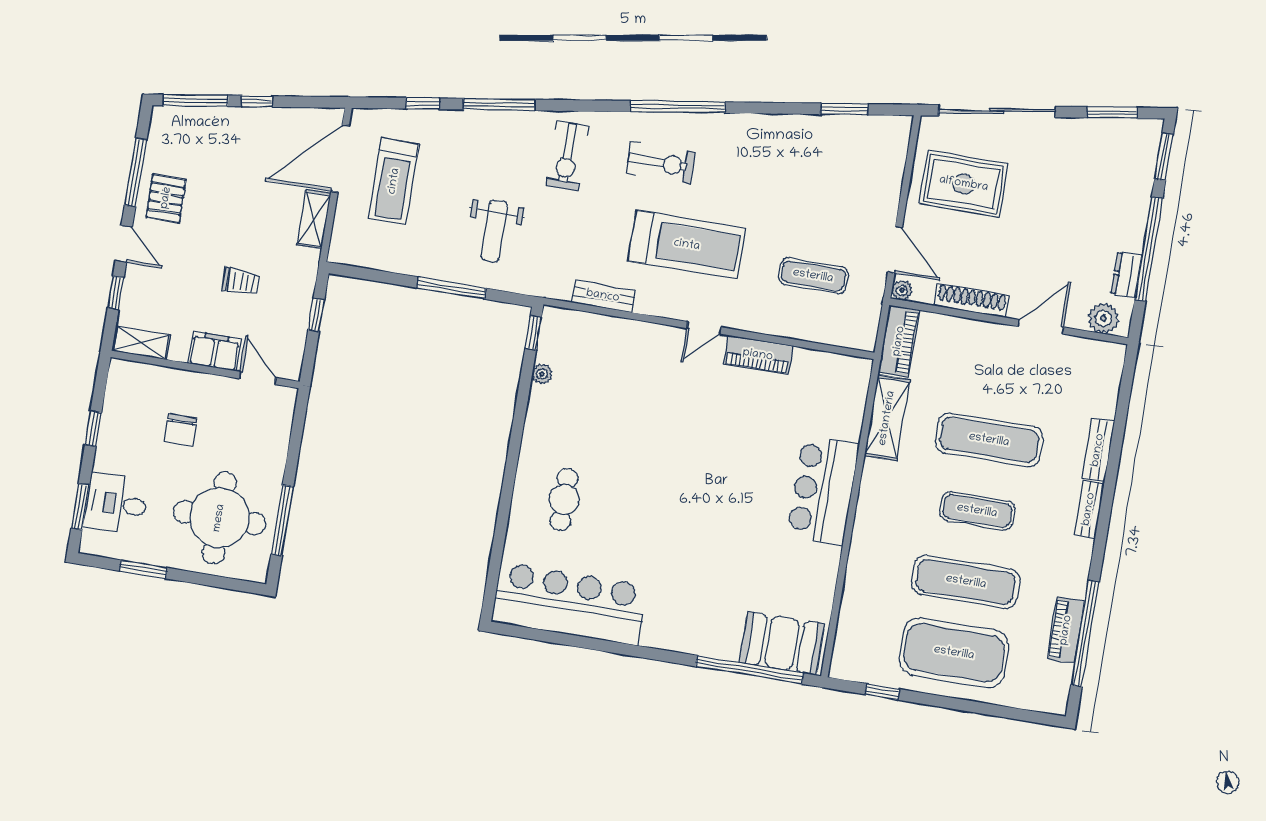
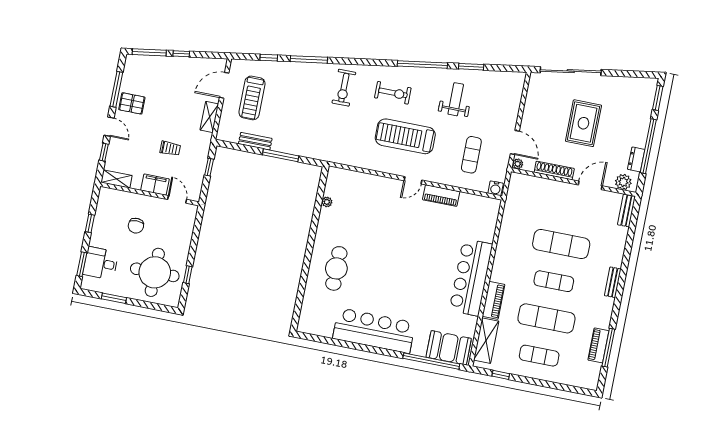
window: (678, 107) -> (422, 65), moved
window: (844, 109) -> (471, 67), moved
window: (1112, 113) -> (631, 74), removed
door: (340, 159) -> (224, 85), width x0.73
rug: (964, 184) -> (583, 123), moved, turned 90
pallet: (166, 198) -> (132, 103), turned 90
weight bench: (494, 231) -> (456, 99), moved, turned 180
treadmill: (687, 245) -> (405, 136), turned 180
exercise mat: (813, 276) -> (471, 155), turned 90
bench: (603, 296) -> (255, 141), moved
window: (533, 333) -> (323, 180), removed
water cooler: (861, 338) -> (496, 188), added
piano: (899, 341) -> (493, 300), moved
shelving: (887, 418) -> (486, 341), moved
bench: (1098, 450) -> (626, 210), moved
bar counter: (823, 490) -> (471, 277), width x1.36
cafe table: (564, 500) -> (336, 268), width x1.37, depth x1.35
window: (282, 520) -> (188, 275), width x0.46
bar counter: (569, 604) -> (374, 331), moved
window: (1085, 634) -> (608, 348), width x0.68
exercise mat: (954, 653) -> (539, 356), width x0.50, depth x0.69

